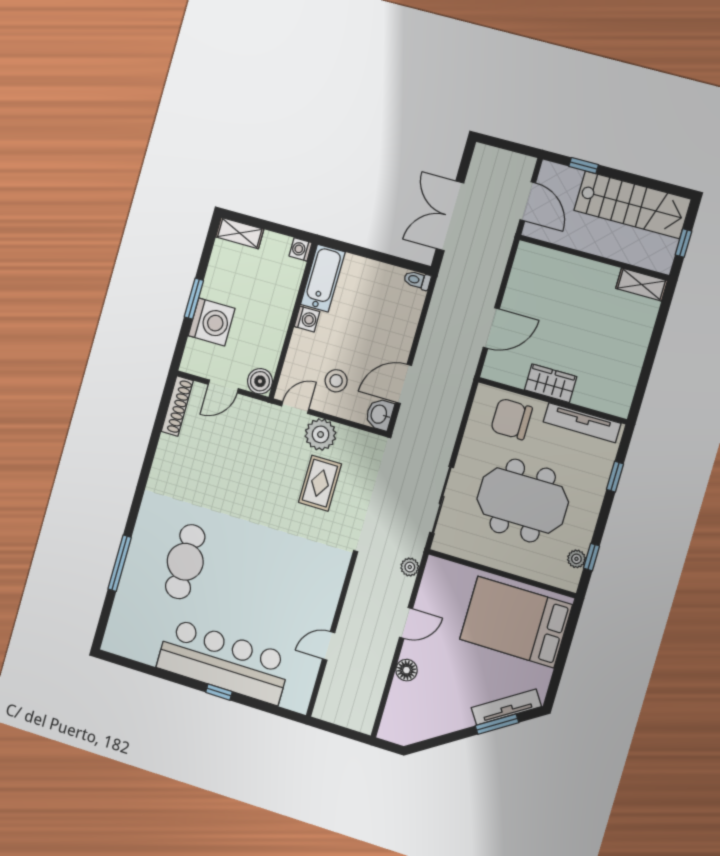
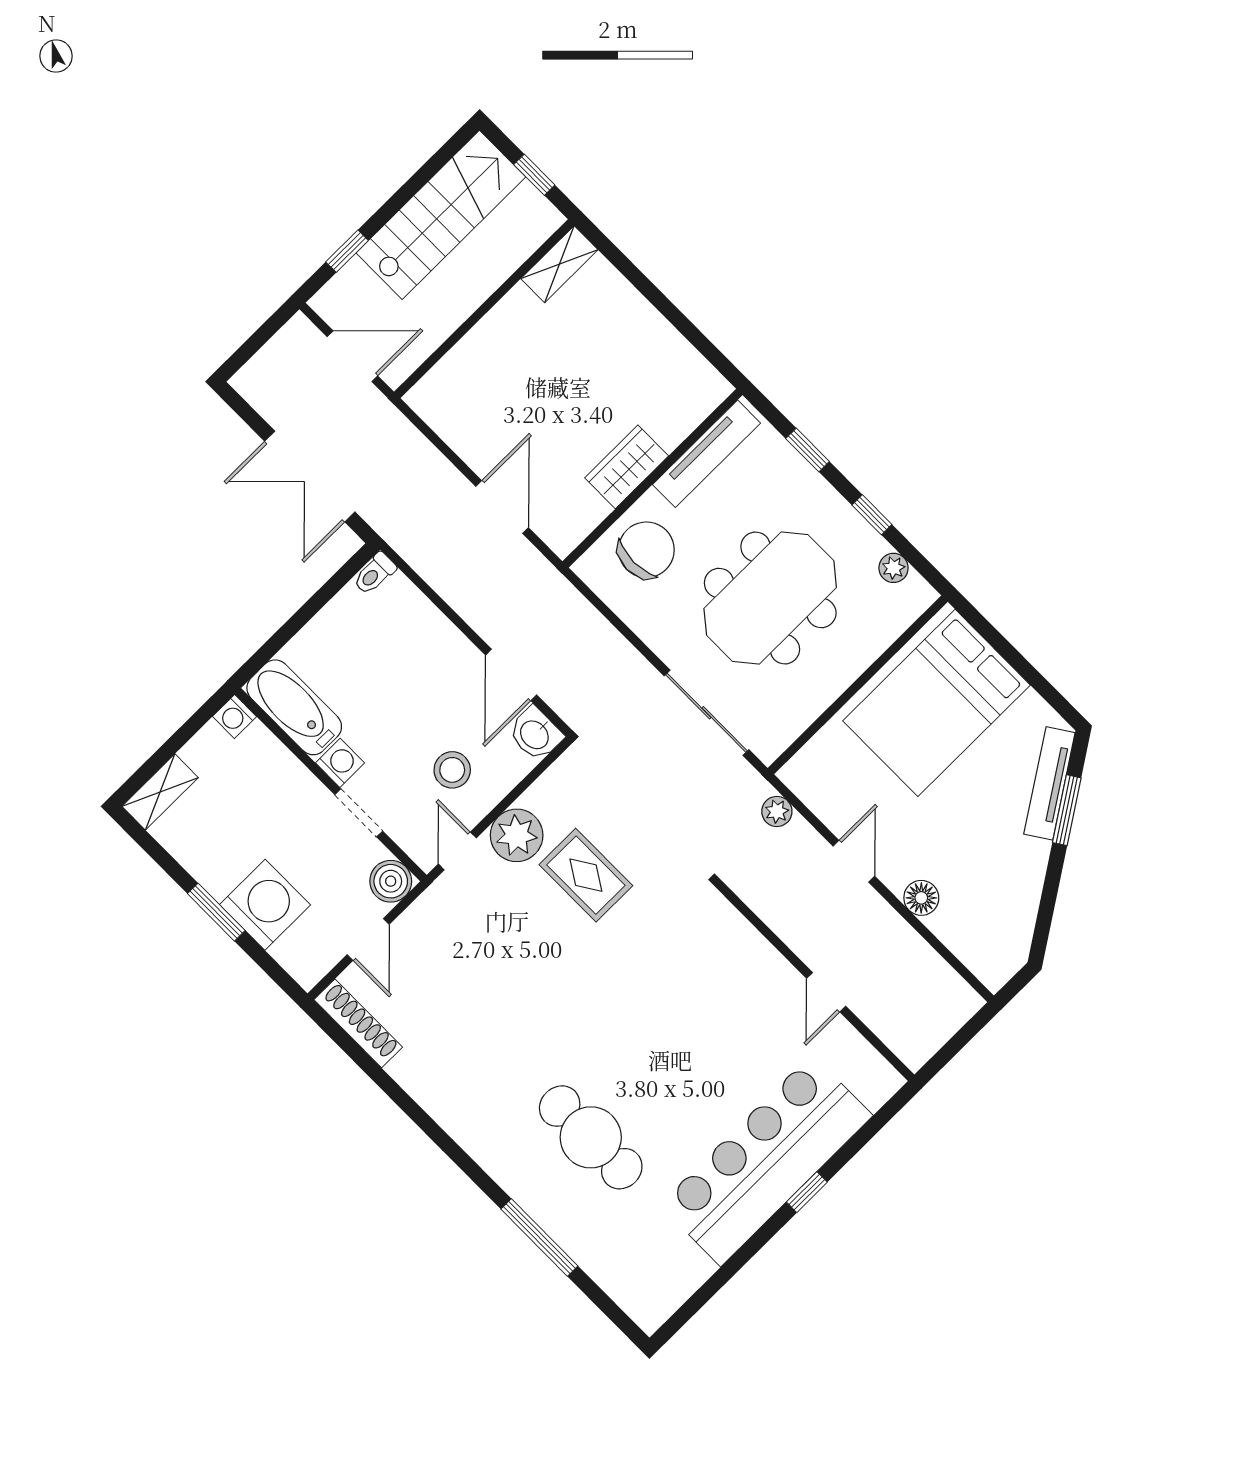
doorway: (286, 344) -> (359, 813), added
chair: (511, 419) -> (646, 550), turned 180
window: (591, 557) -> (872, 515), moved

